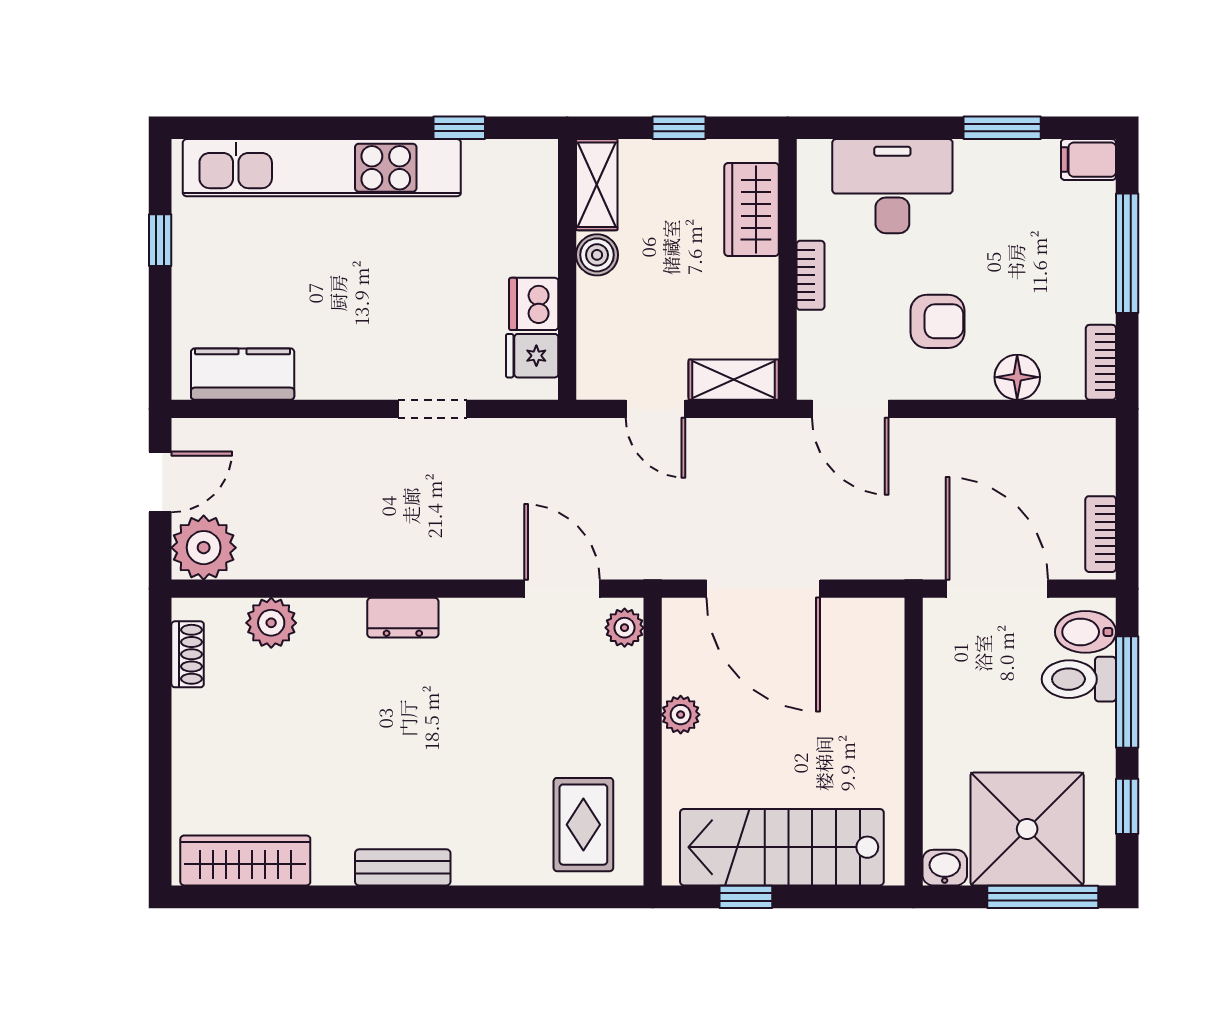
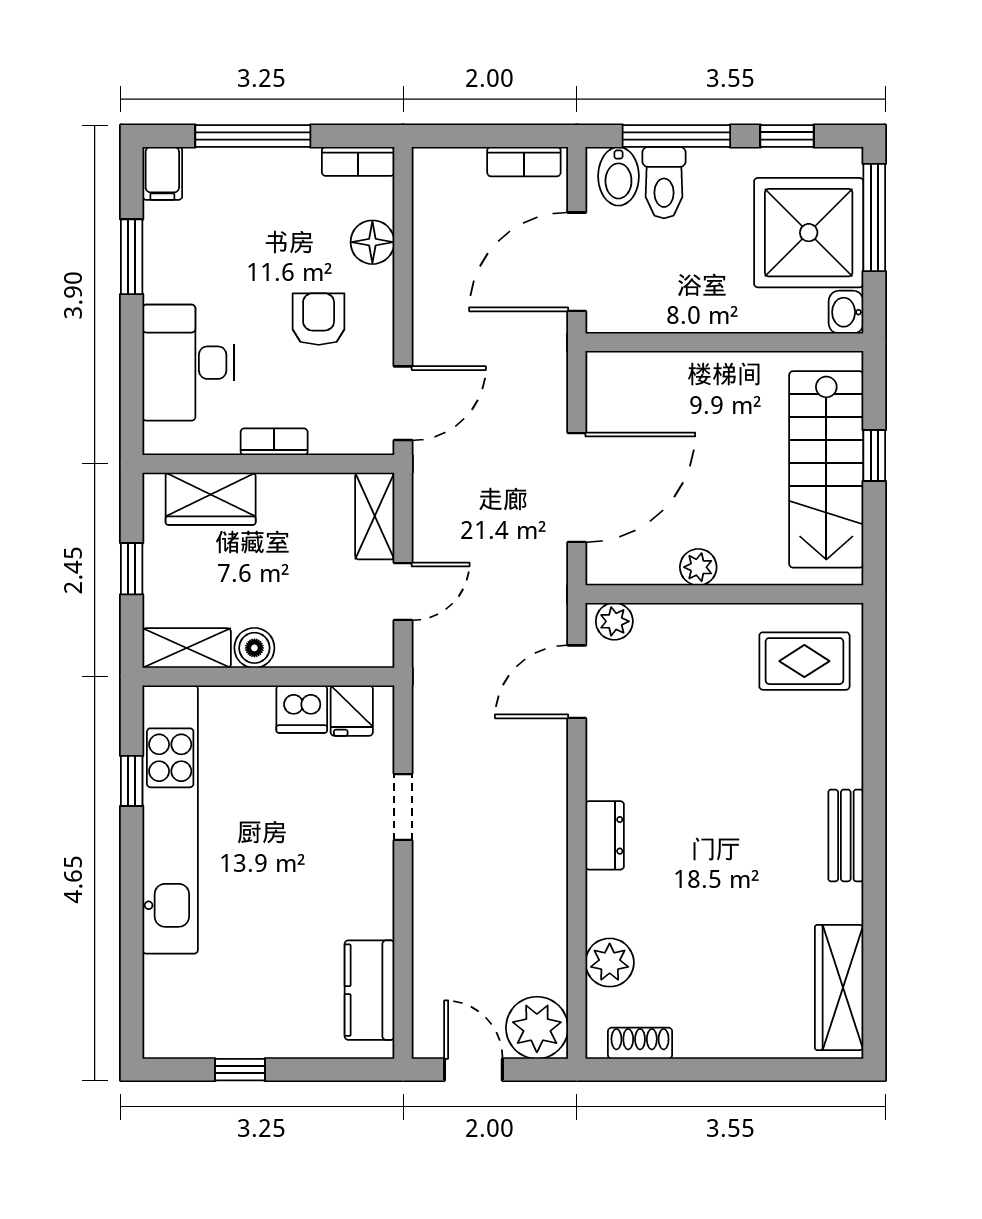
kitchen unit: (322, 168) -> (170, 819), moved
window: (746, 897) -> (874, 455), moved

